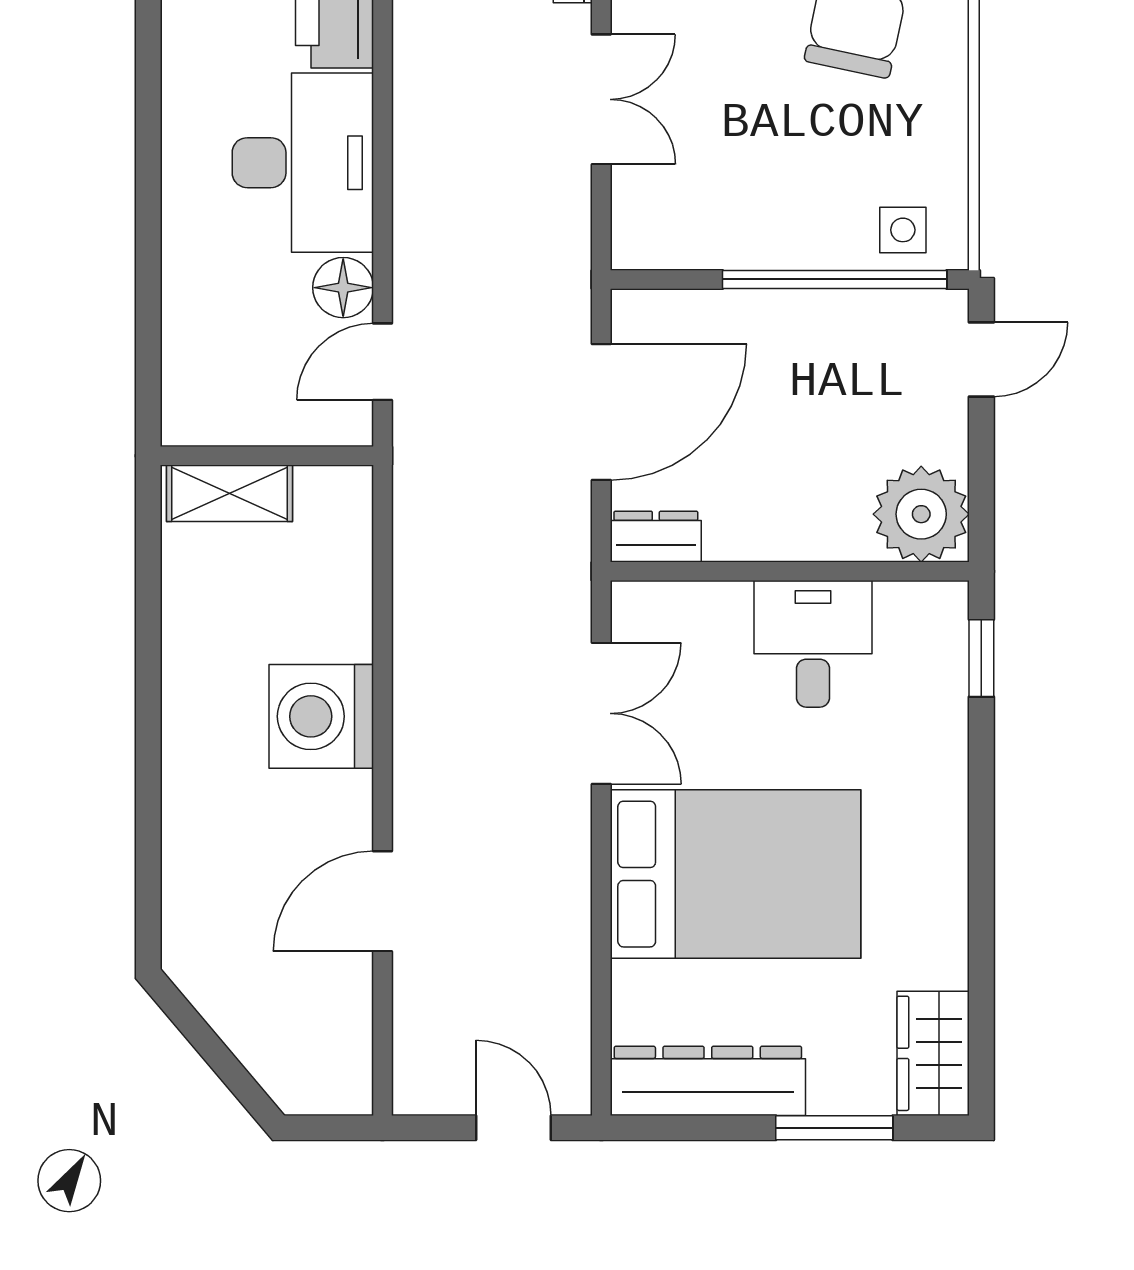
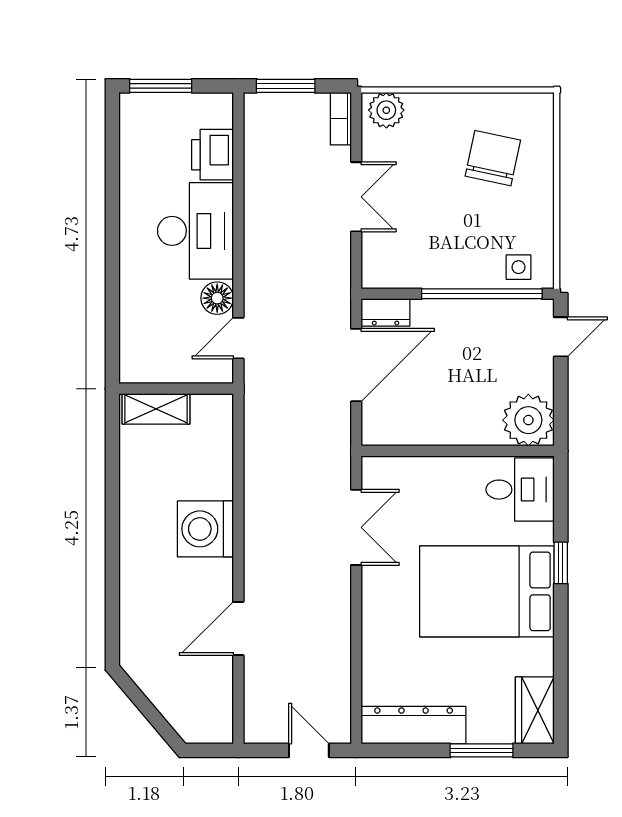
dresser: (656, 537) -> (386, 312), moved, turned 180
desk: (813, 644) -> (520, 490), moved, turned 90
window: (981, 658) -> (561, 563), moved
bed: (736, 874) -> (487, 591), moved, turned 180

